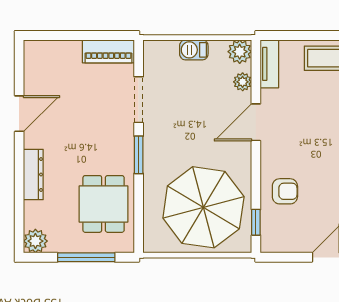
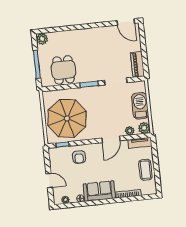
barbecue: (194, 50) -> (140, 106), width x1.88, depth x1.53
door: (19, 114) -> (126, 22), moved
door: (256, 122) -> (111, 139), swing flipped
dresser: (33, 175) -> (74, 34), removed
dining table: (104, 204) -> (63, 70), turned 90

